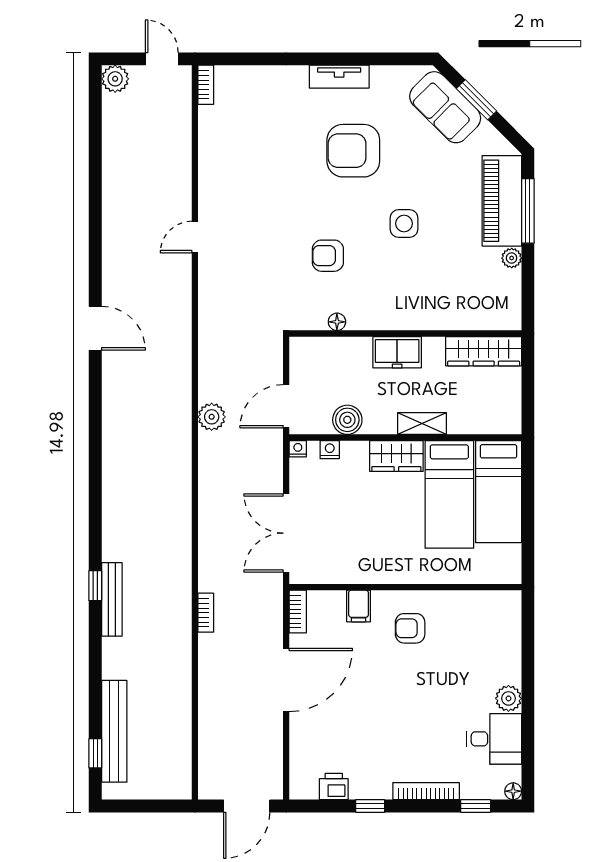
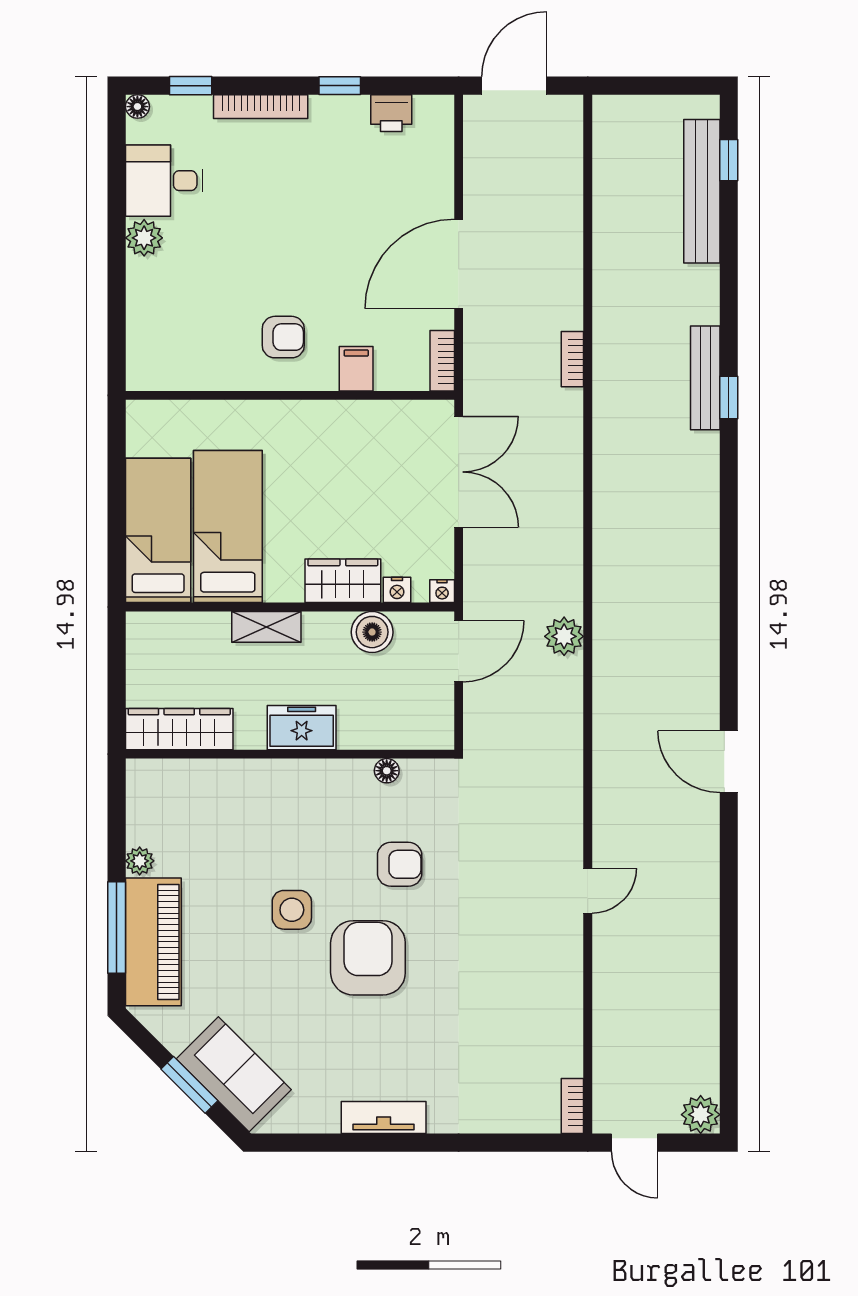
armchair: (353, 151) -> (368, 958), moved, turned -90
wardrobe: (396, 456) -> (343, 581), moved

